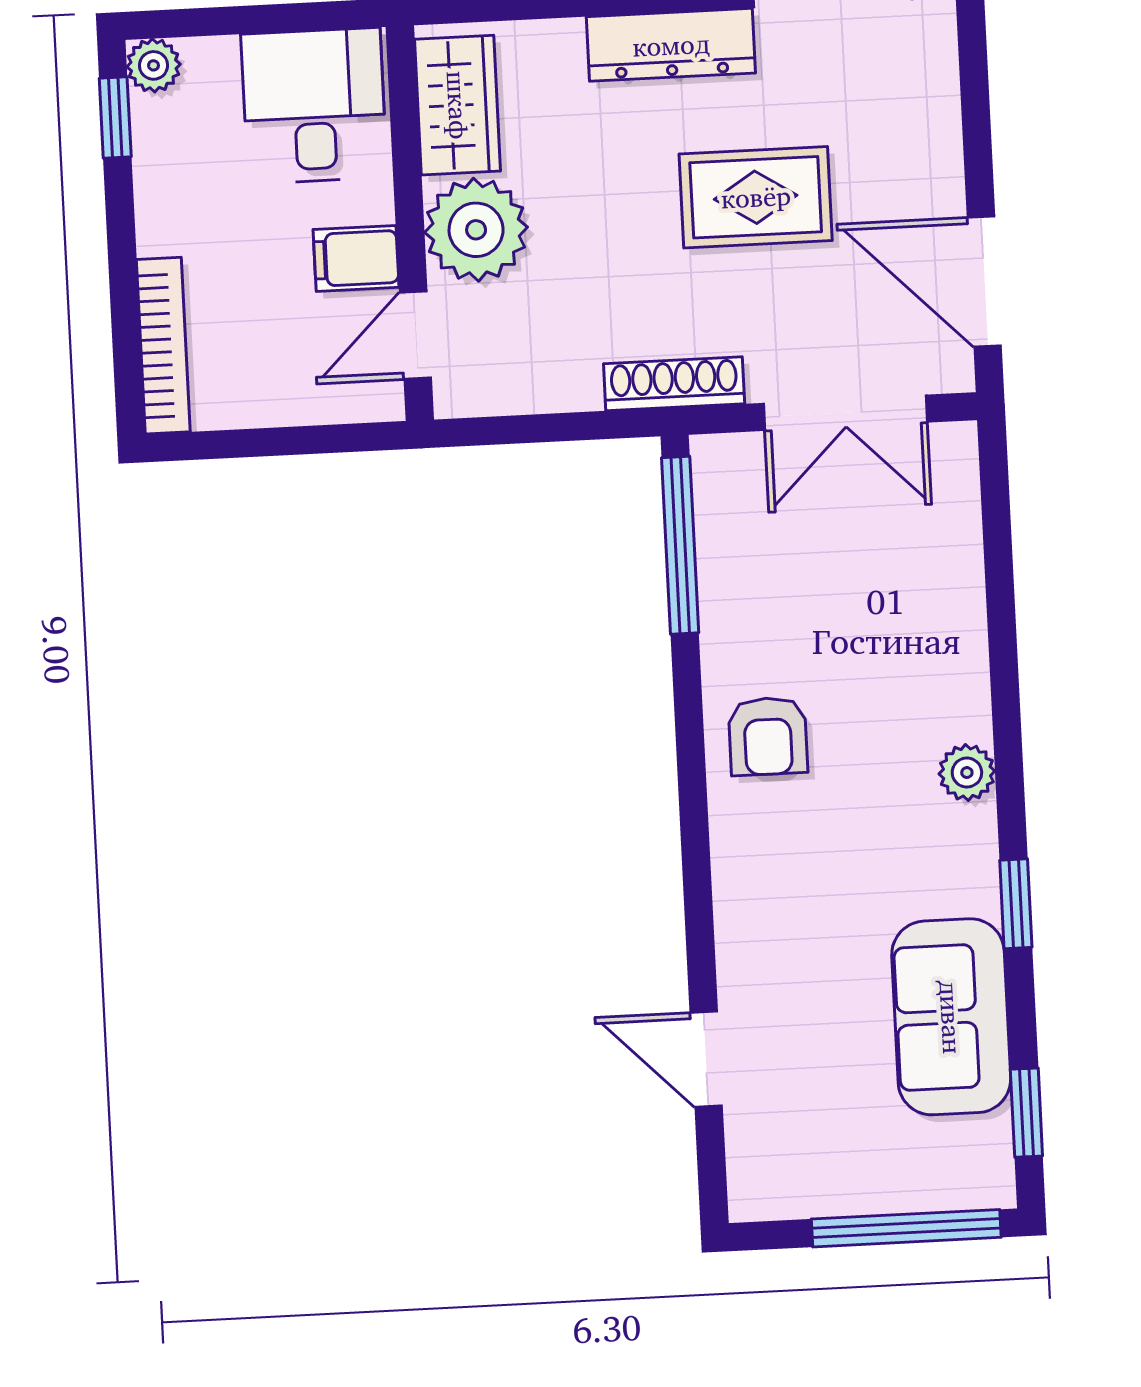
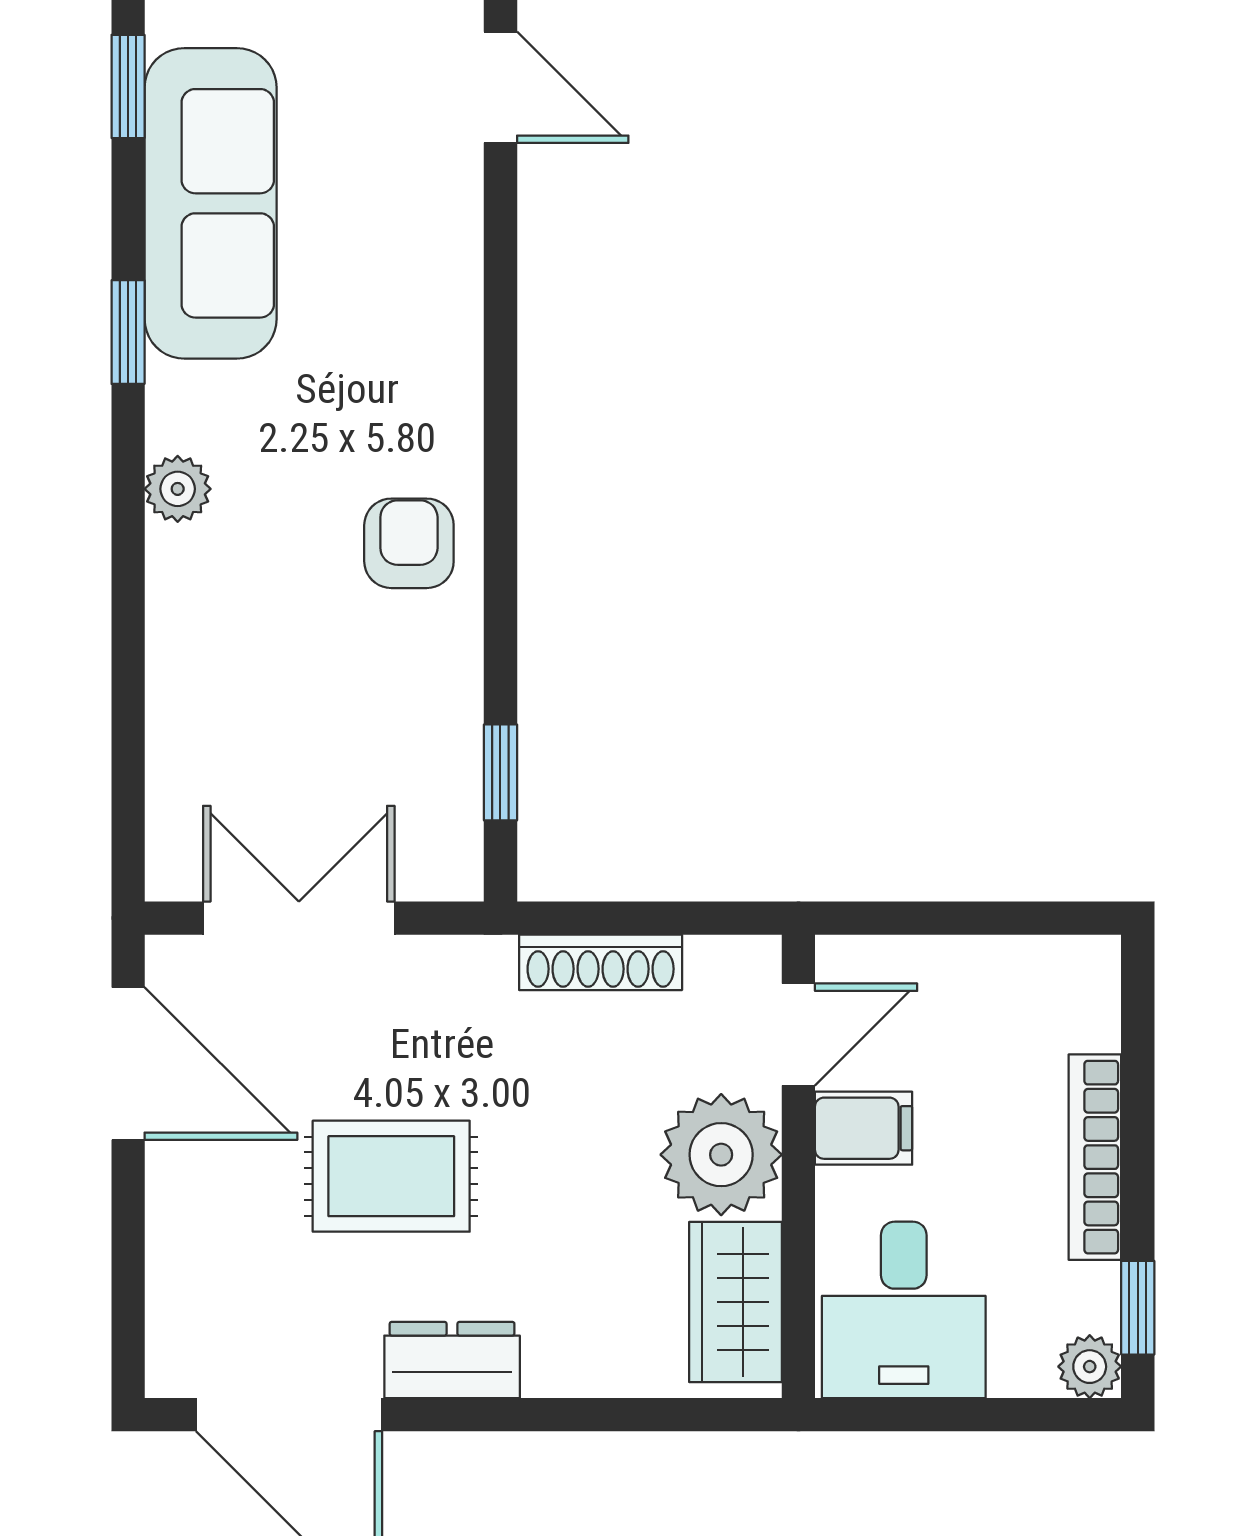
dresser: (671, 45) -> (452, 1360), width x0.70
bookcase: (163, 346) -> (1095, 1157), moved
shoe rack: (674, 384) -> (601, 962), moved
window: (680, 545) -> (500, 772), width x0.46
sofa: (951, 1017) -> (211, 203), width x1.36
door: (706, 1059) -> (500, 87), moved

